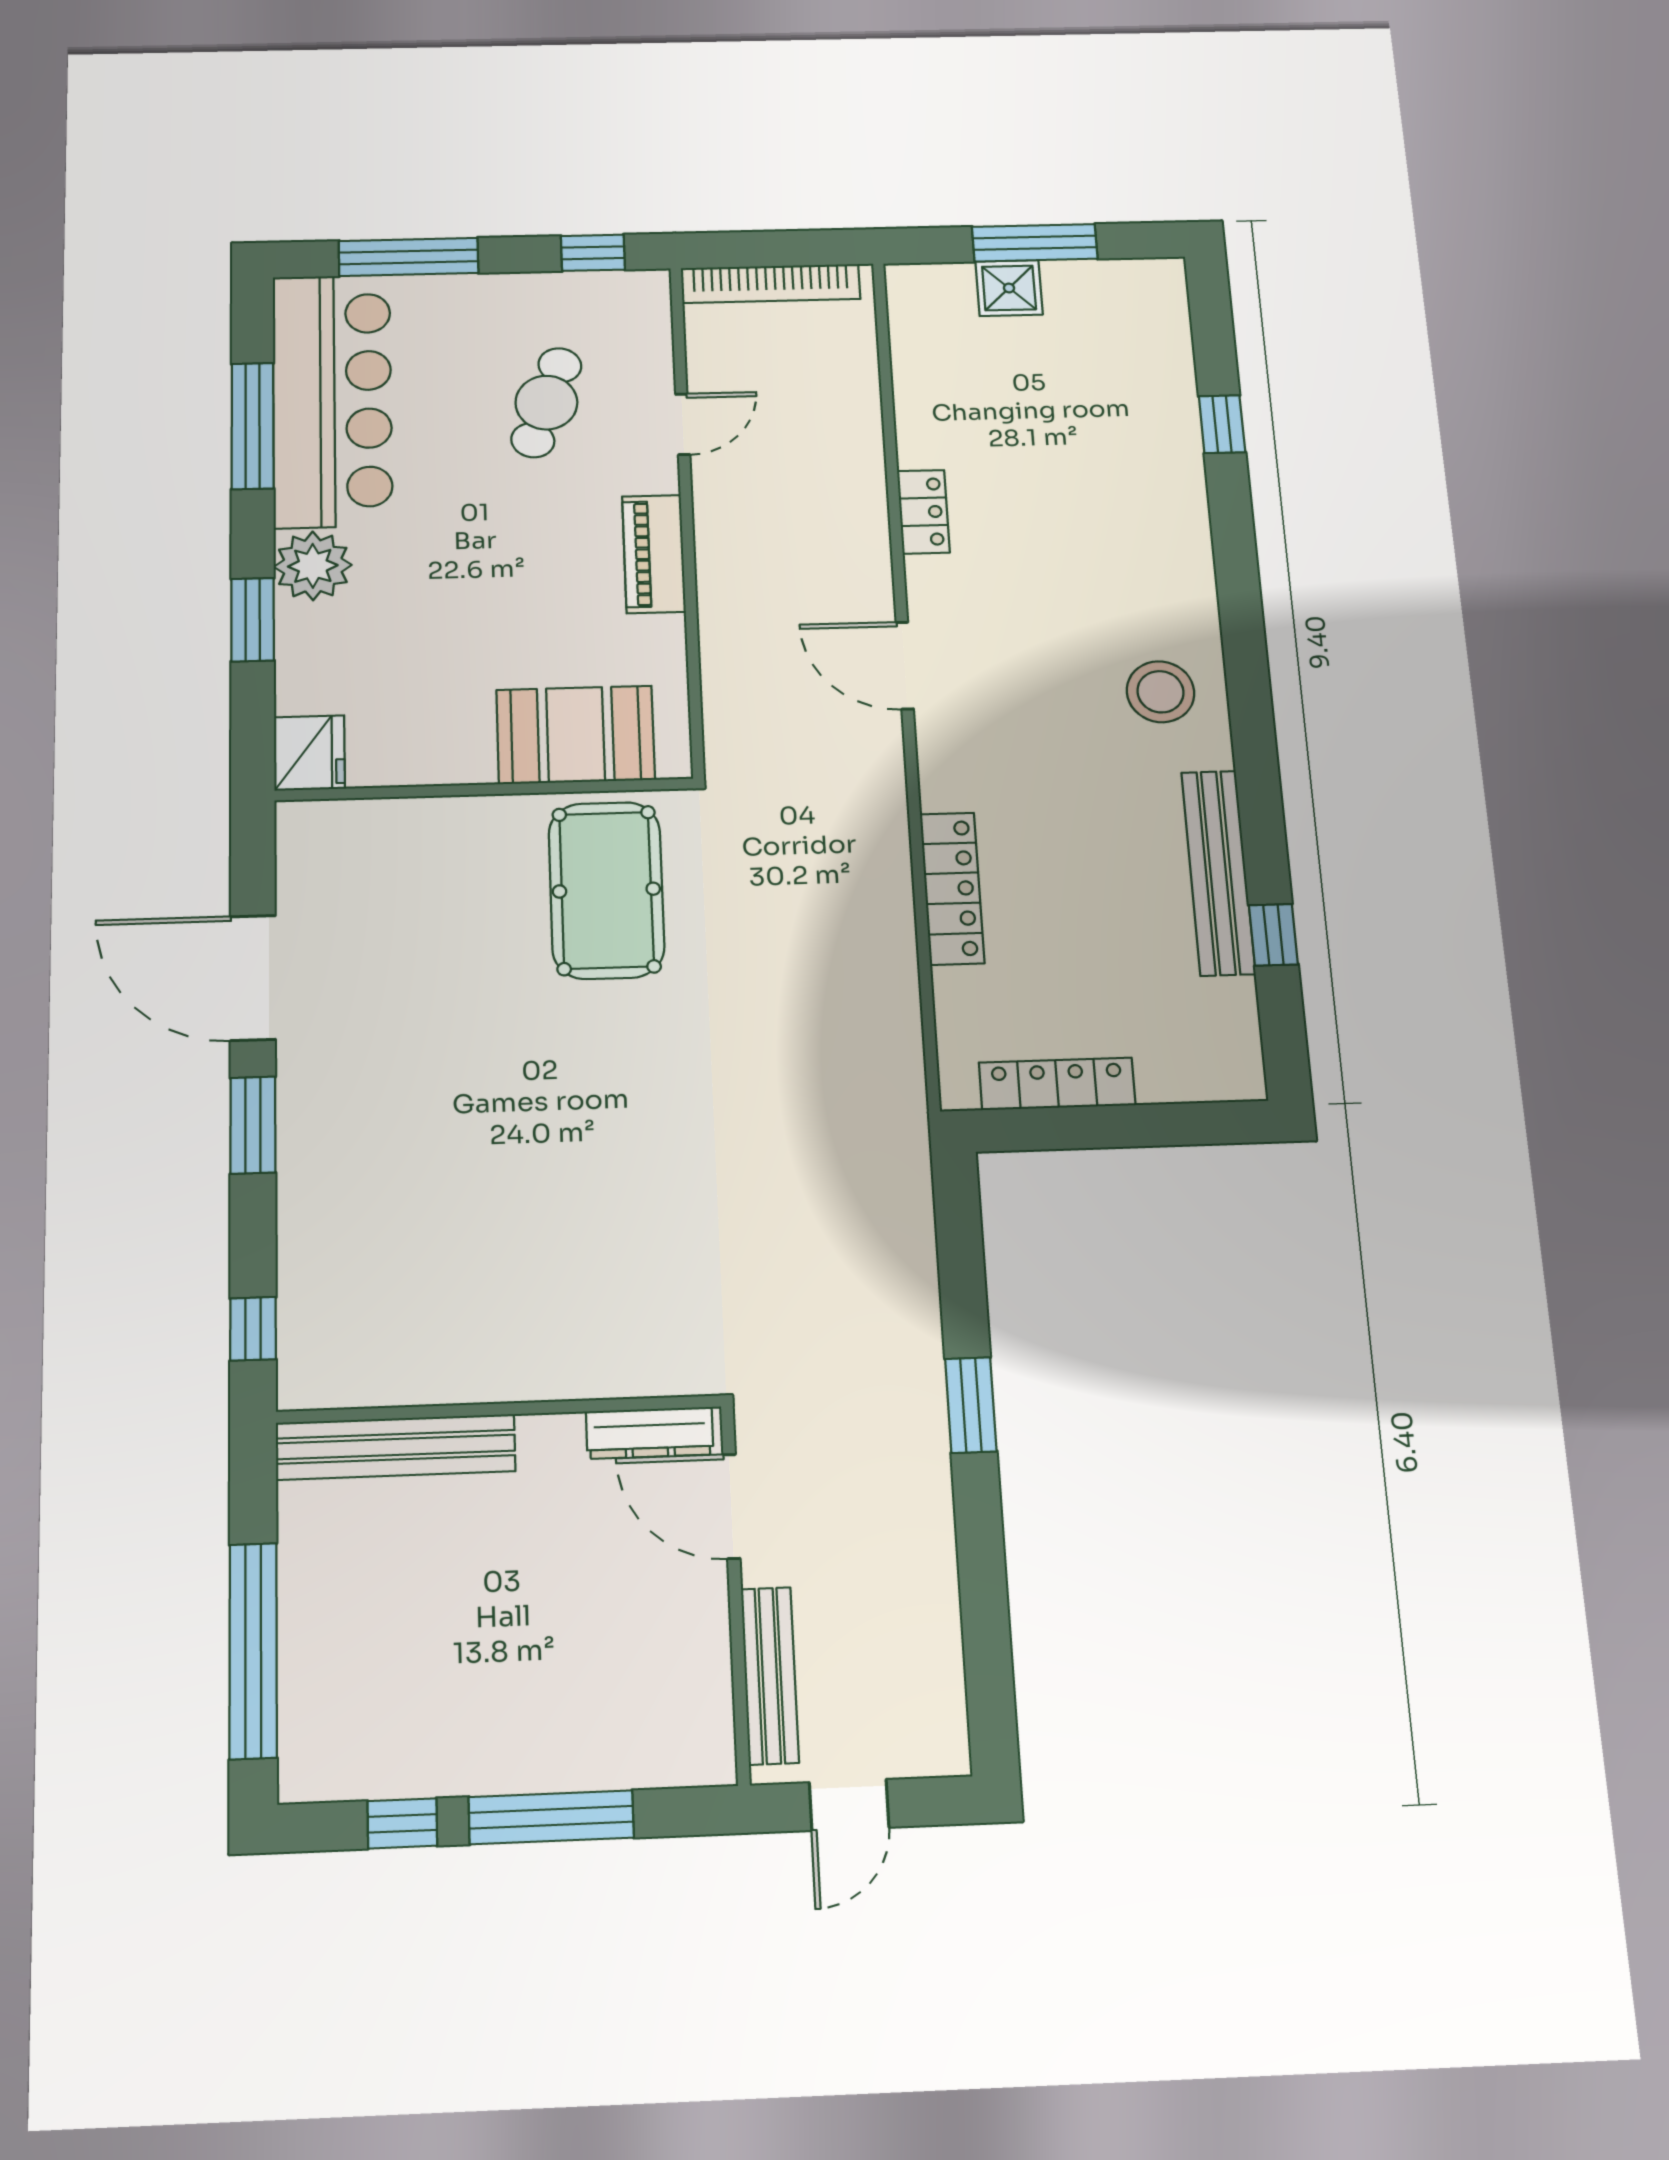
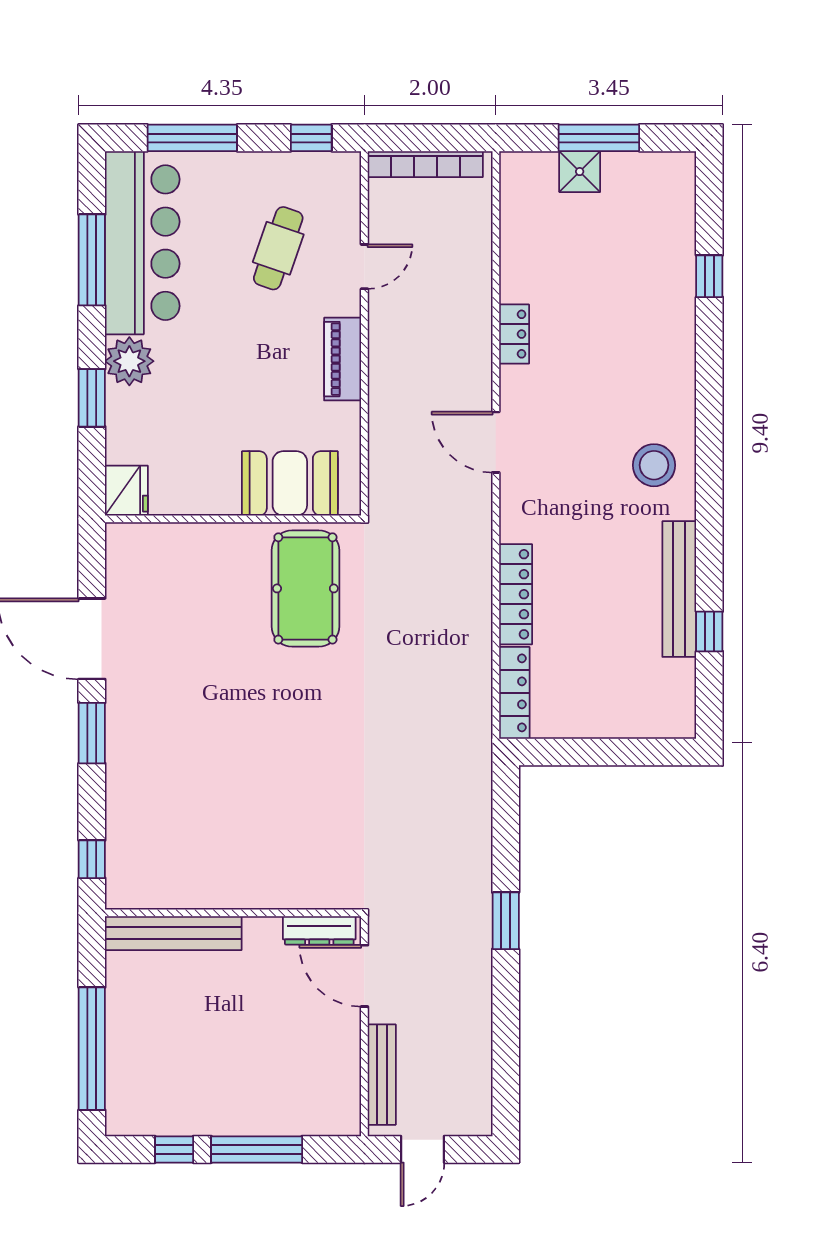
locker: (1057, 1084) -> (514, 693), moved, turned 90

